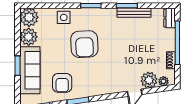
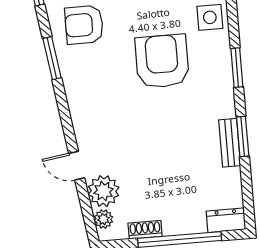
bench: (134, 13) -> (230, 143), width x0.73
armchair: (84, 44) -> (162, 61), turned 93

